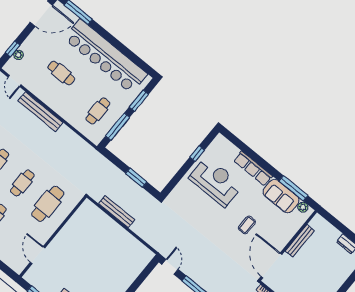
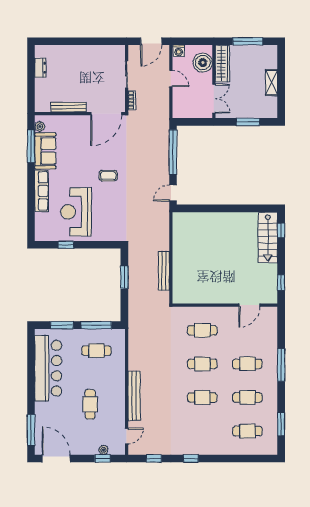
bar counter: (106, 56) -> (48, 368), width x0.73
cafe table: (48, 204) -> (202, 330), width x0.73, depth x0.74
coffee table: (247, 225) -> (108, 176), moved

